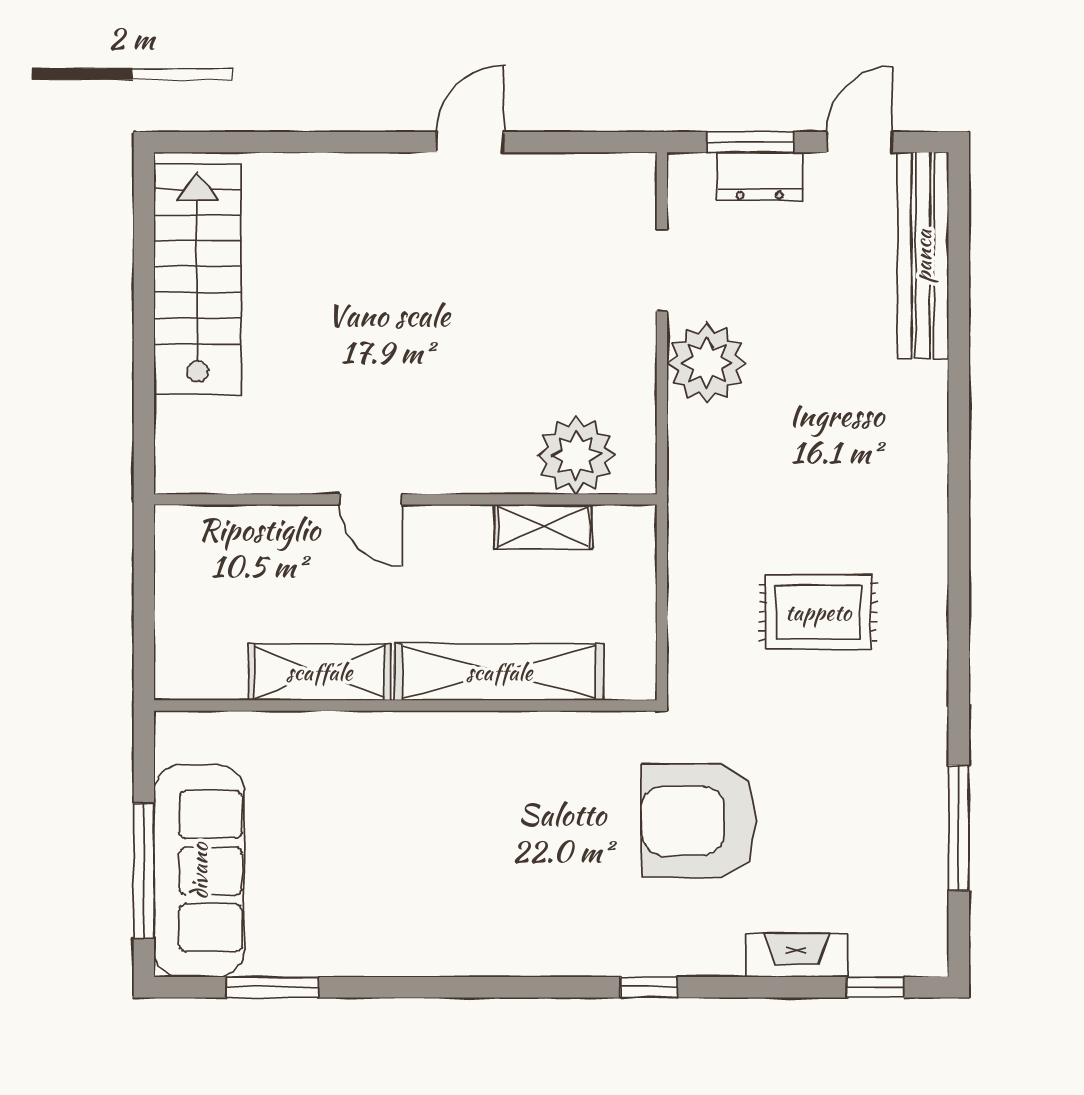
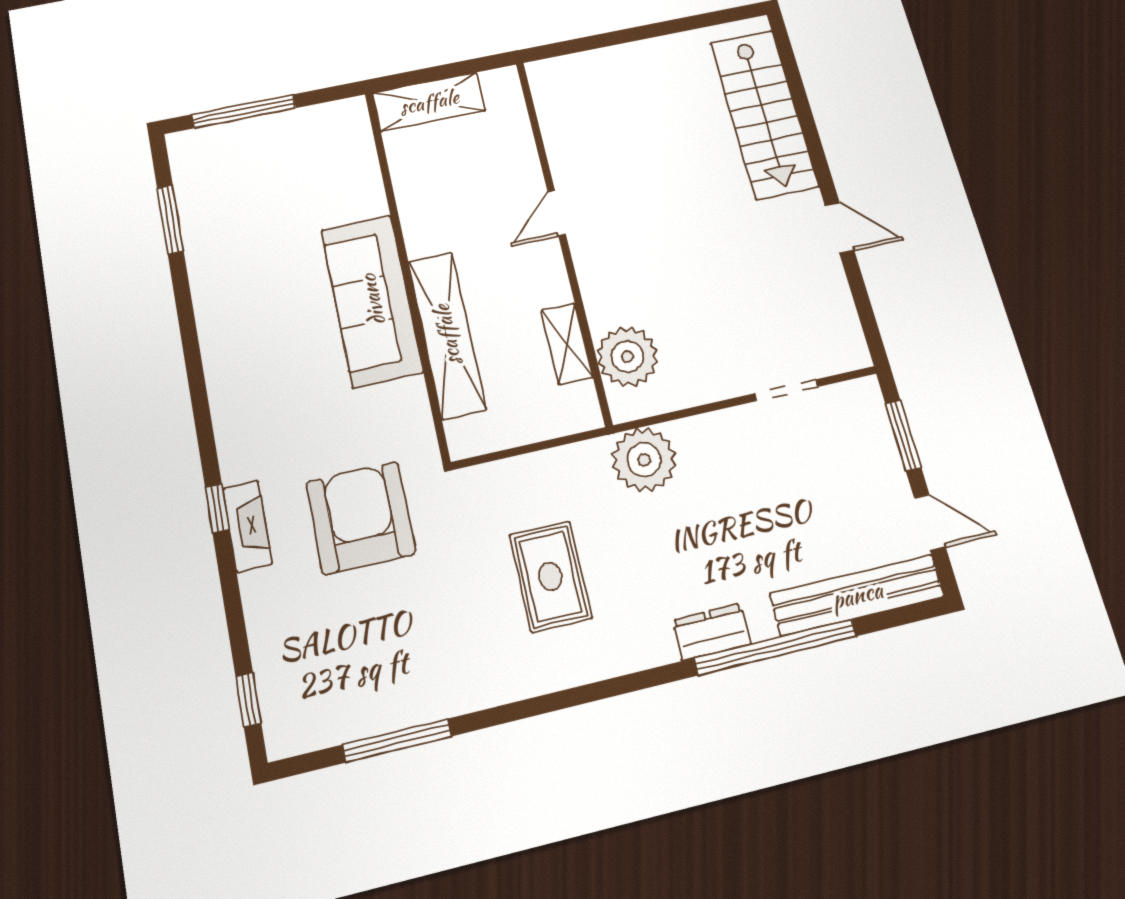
dresser: (760, 176) -> (712, 632), moved, turned 90
stairs: (198, 279) -> (764, 114), moved, turned 90
plant: (707, 363) -> (644, 460), moved
window: (959, 369) -> (775, 647), added
shelving: (319, 672) -> (429, 102), moved, turned 90
sofa: (199, 871) -> (372, 300), moved, turned 90
fireplace: (797, 955) -> (247, 526), moved

